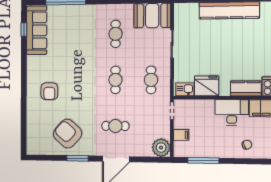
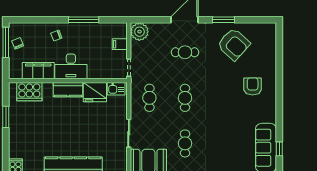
kitchen counter: (246, 88) -> (68, 90), moved
window: (203, 160) -> (84, 20), moved

